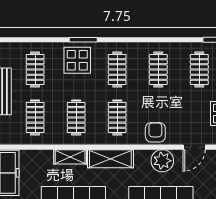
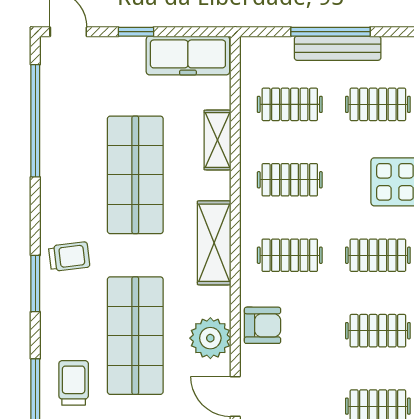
shelving: (70, 157) -> (217, 140), moved

